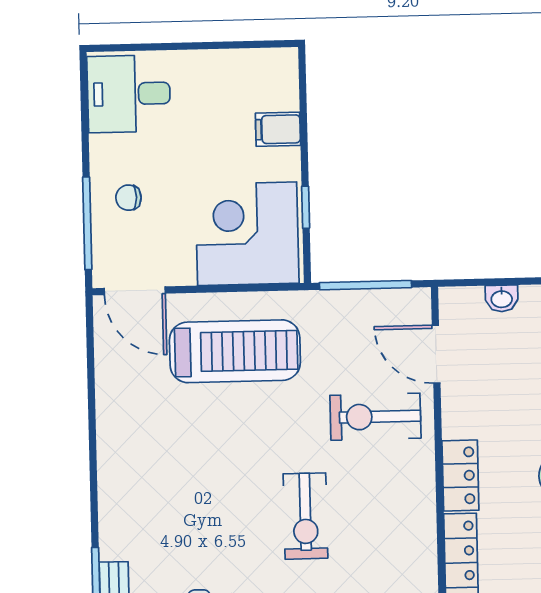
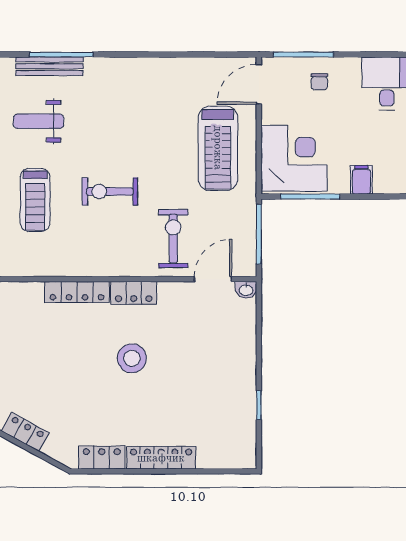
chair: (128, 198) -> (319, 82), turned 180
window: (306, 207) -> (310, 197), width x2.17
washbasin: (502, 298) -> (246, 290), moved, turned -90

